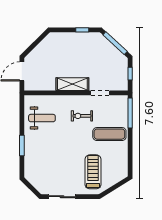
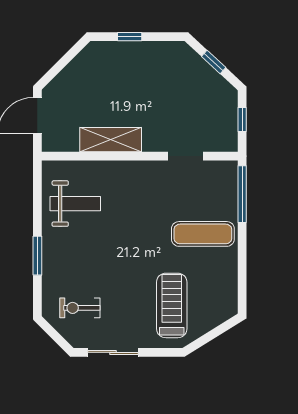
window: (82, 30) -> (130, 37), moved
window: (115, 43) -> (214, 62), width x0.46
shelving: (72, 84) -> (111, 140), moved
exercise bike: (82, 116) -> (80, 308), moved

